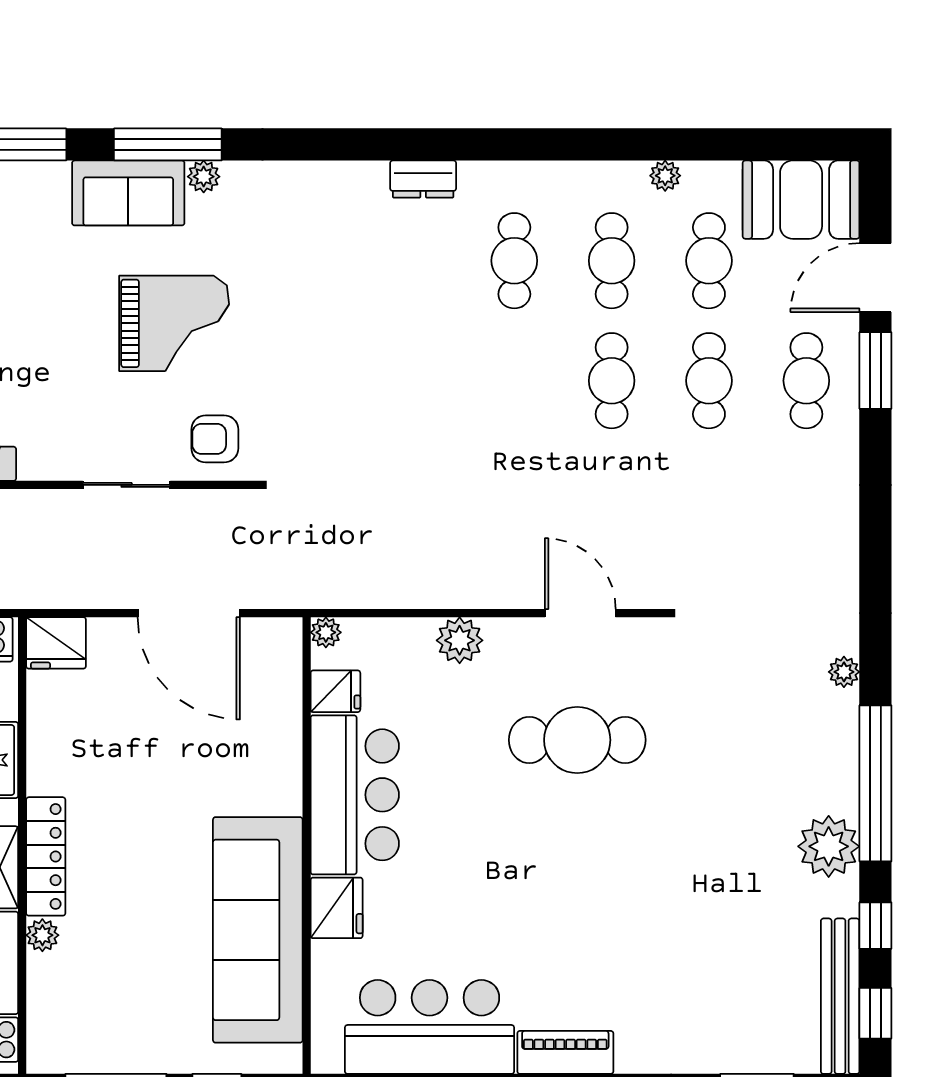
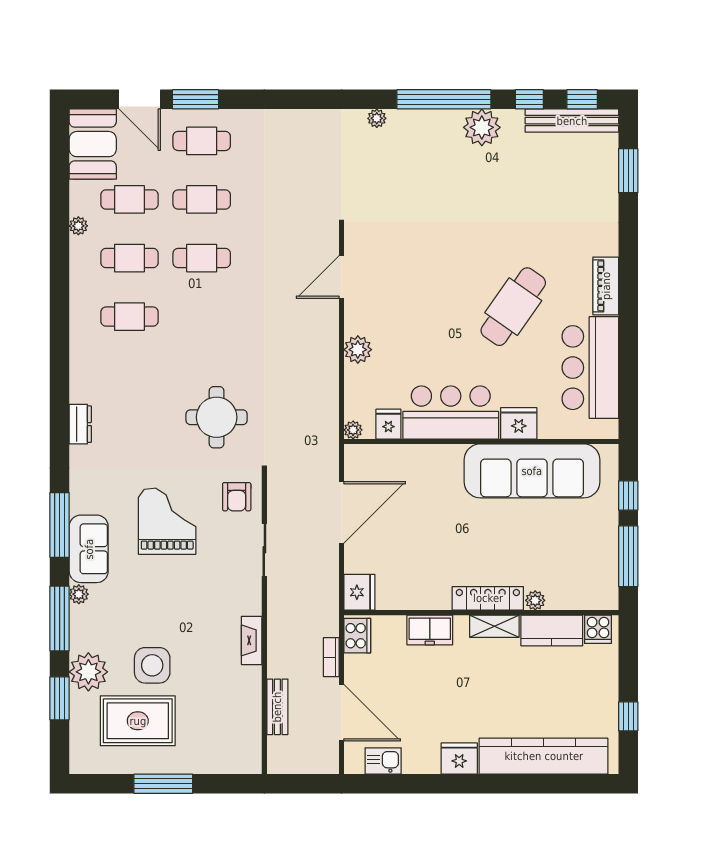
plant: (204, 177) -> (79, 594), moved
dresser: (423, 179) -> (80, 424), moved
round table: (347, 406) -> (217, 417), added
cafe table: (577, 740) -> (513, 307), moved, turned 35

